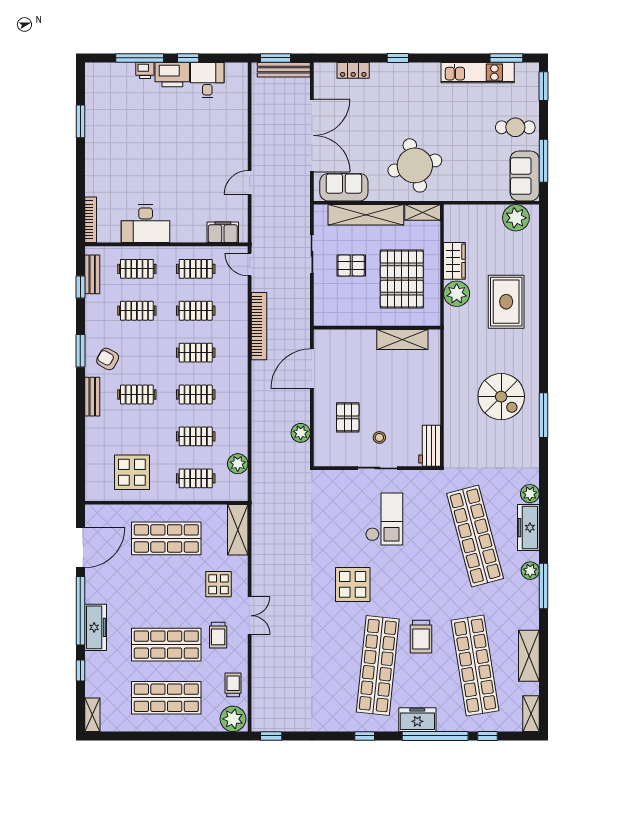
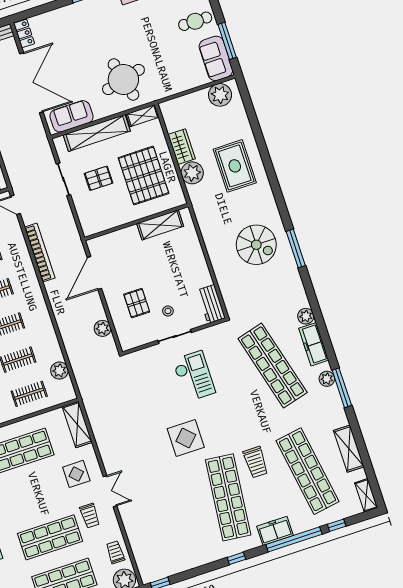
locker: (353, 70) -> (24, 33), moved, turned -90

